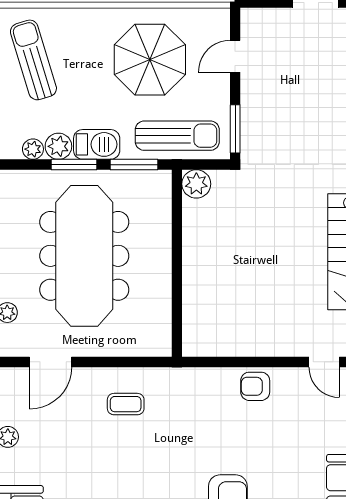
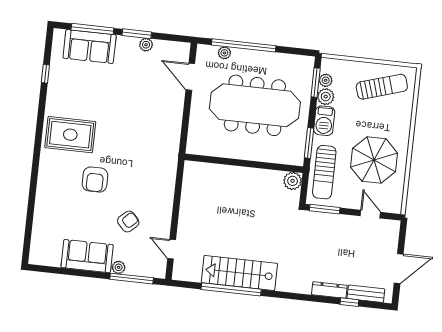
window: (74, 165) -> (316, 83), moved
door: (324, 362) -> (172, 249), hinge flipped
armchair: (255, 386) -> (128, 221), moved, turned 47
coffee table: (126, 404) -> (159, 121), removed

